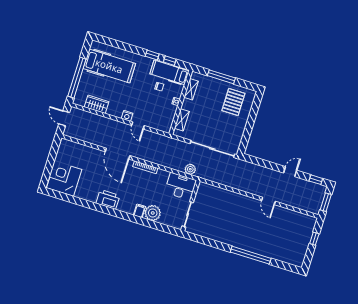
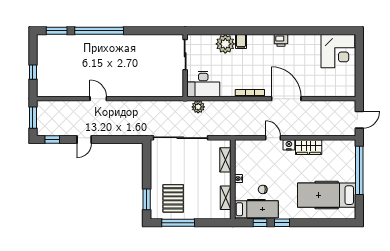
window: (221, 77) -> (178, 223), moved
wardrobe: (97, 104) -> (309, 147), moved
window: (255, 108) -> (147, 199), added
door: (64, 118) -> (359, 120), hinge flipped
printer: (108, 199) -> (281, 40), width x0.53, depth x0.68
window: (285, 266) -> (57, 31), added

